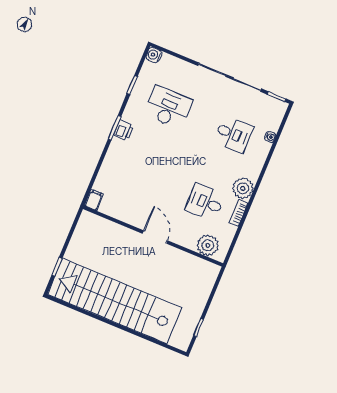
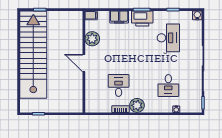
printer: (124, 130) -> (142, 18), width x1.87, depth x1.48
filing cabinet: (112, 163) -> (119, 17), added
door: (155, 237) -> (84, 63), swing flipped
plant: (208, 245) -> (92, 39), moved

